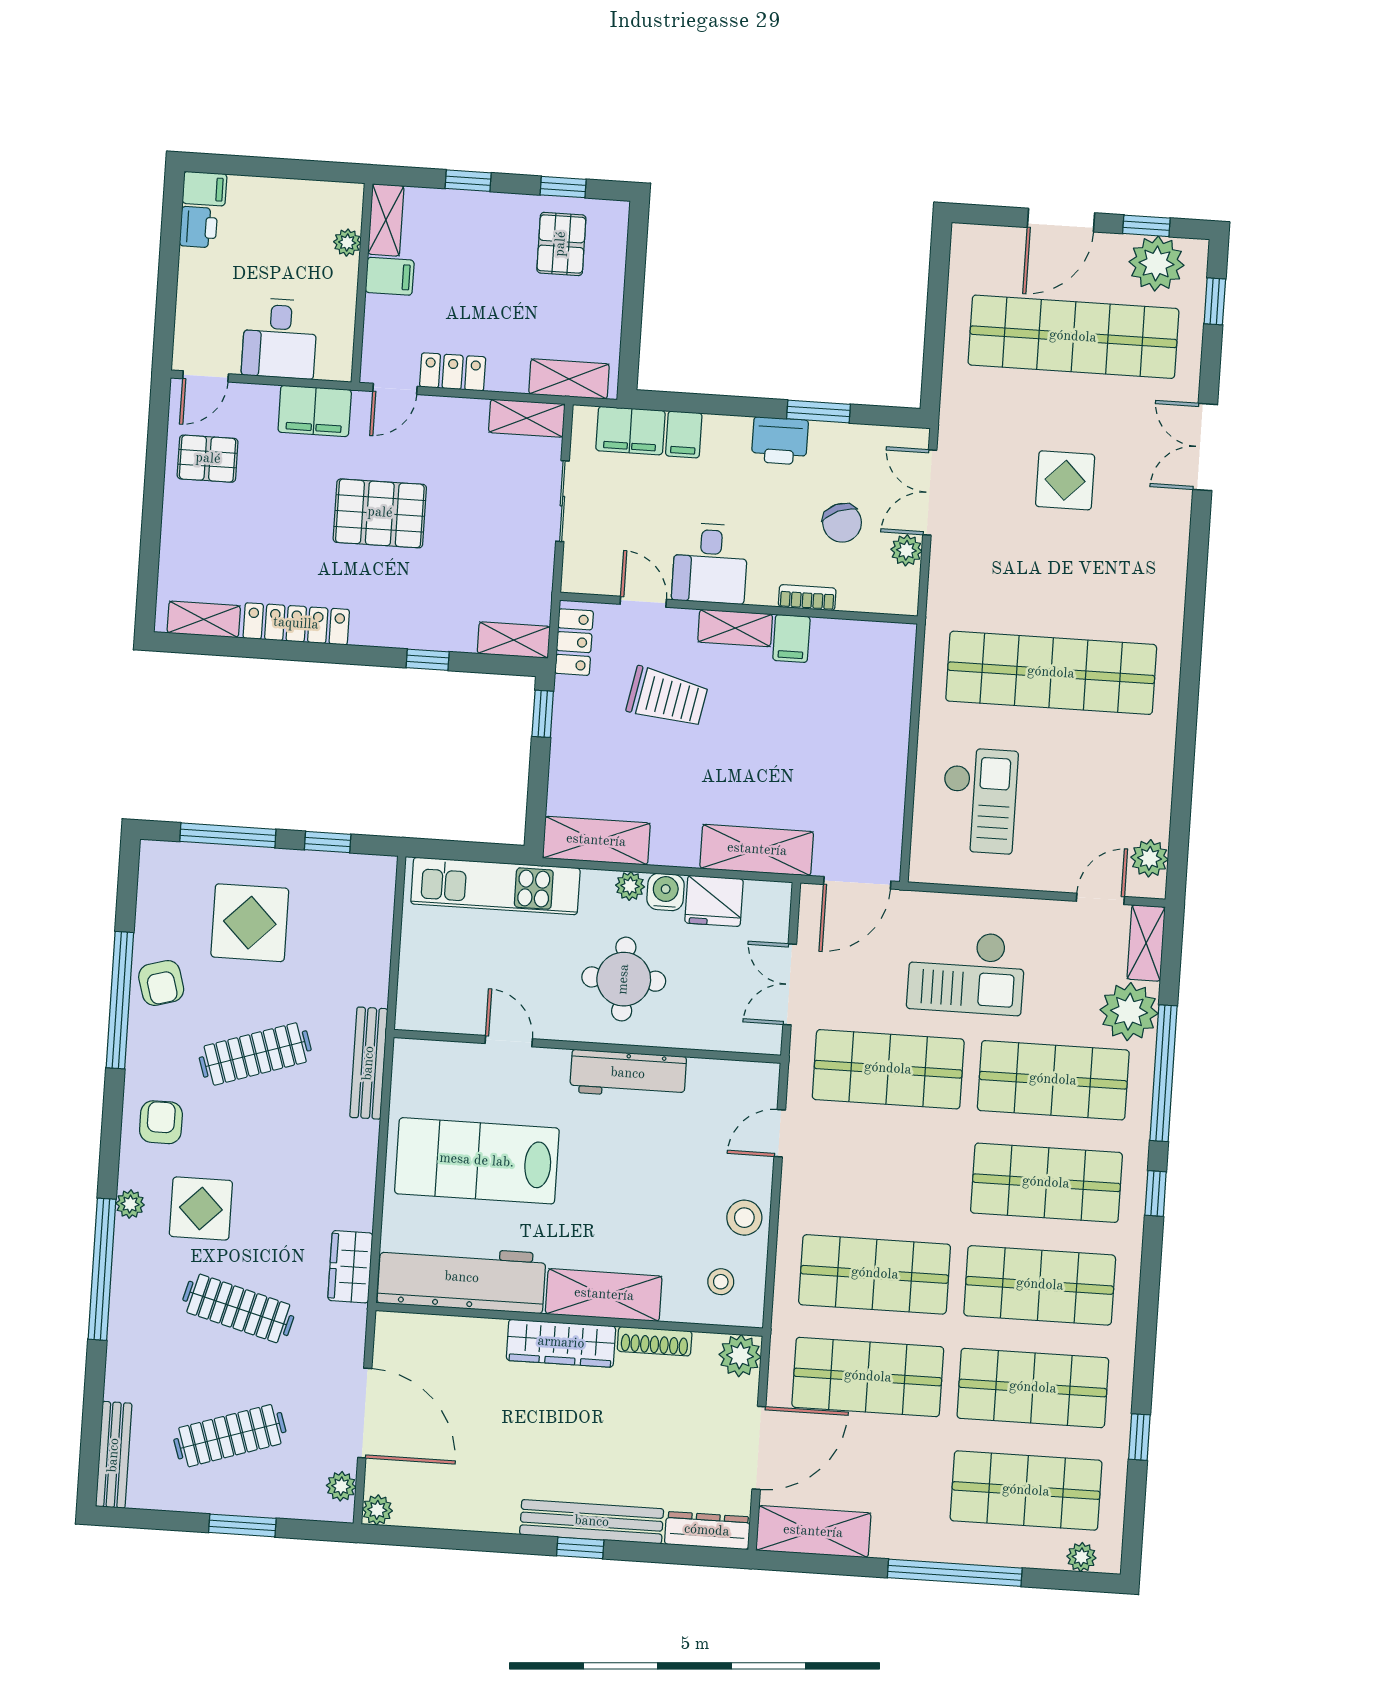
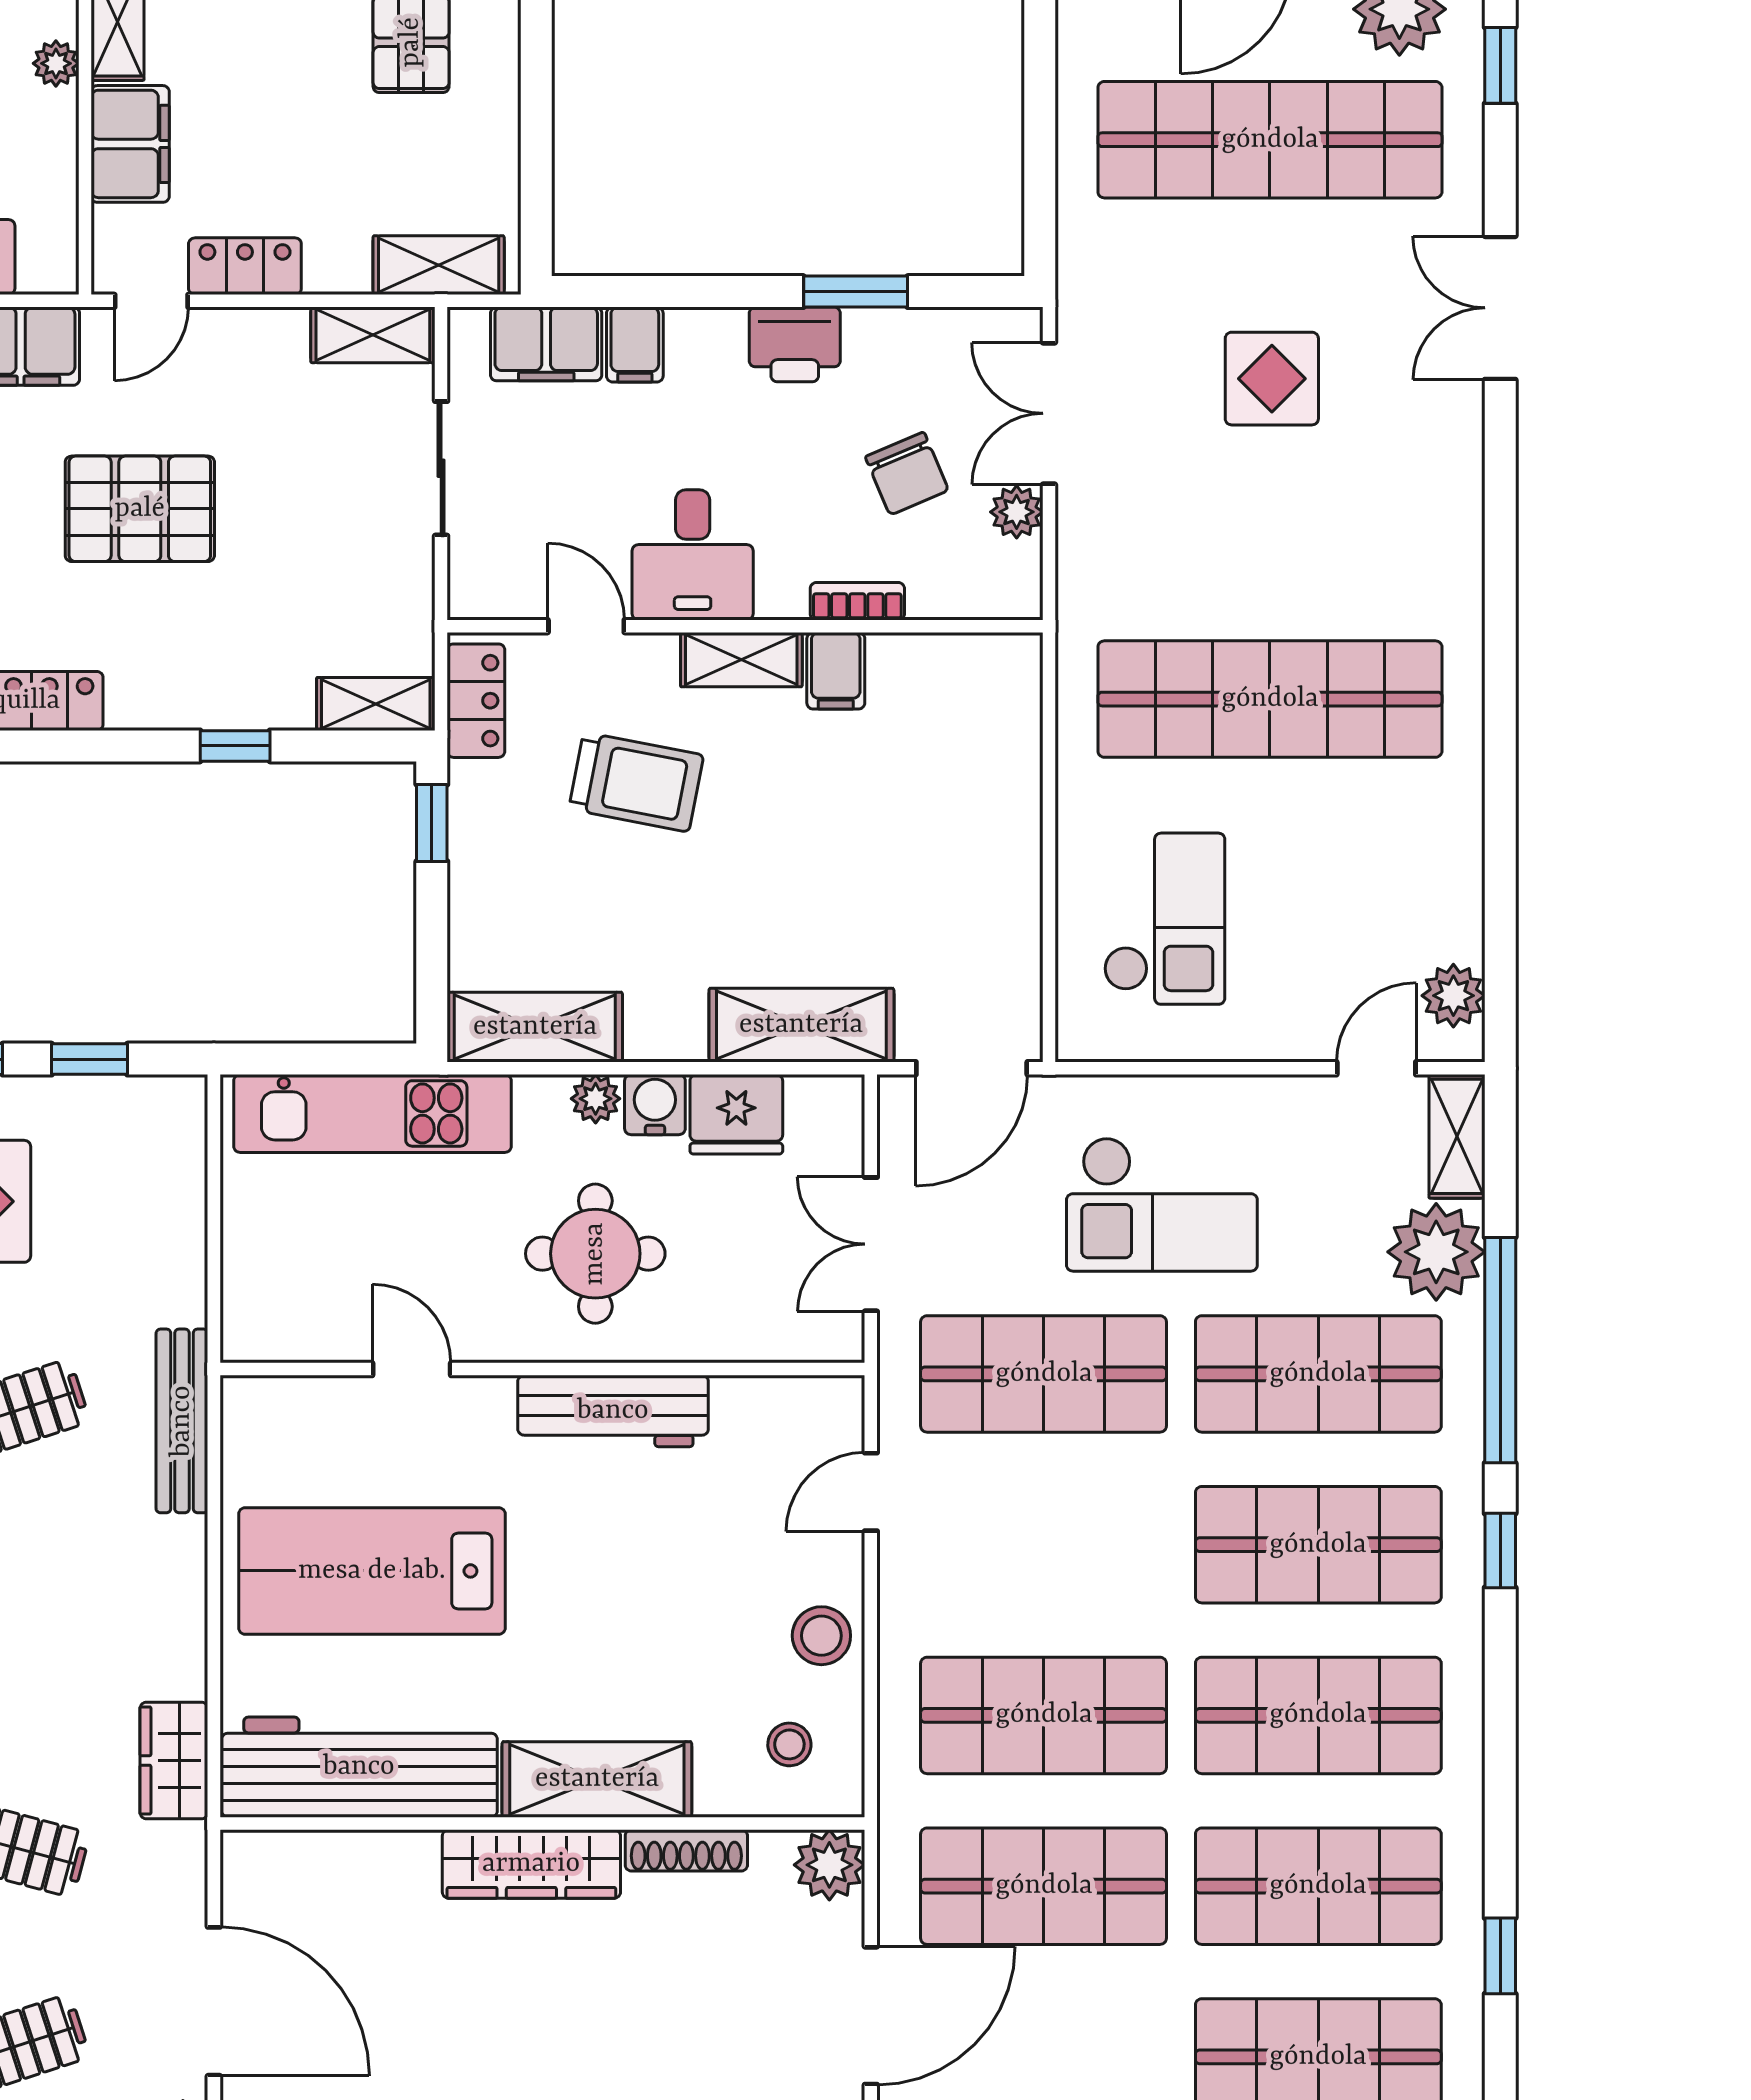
filing cabinet: (390, 276) -> (130, 144), width x2.00

